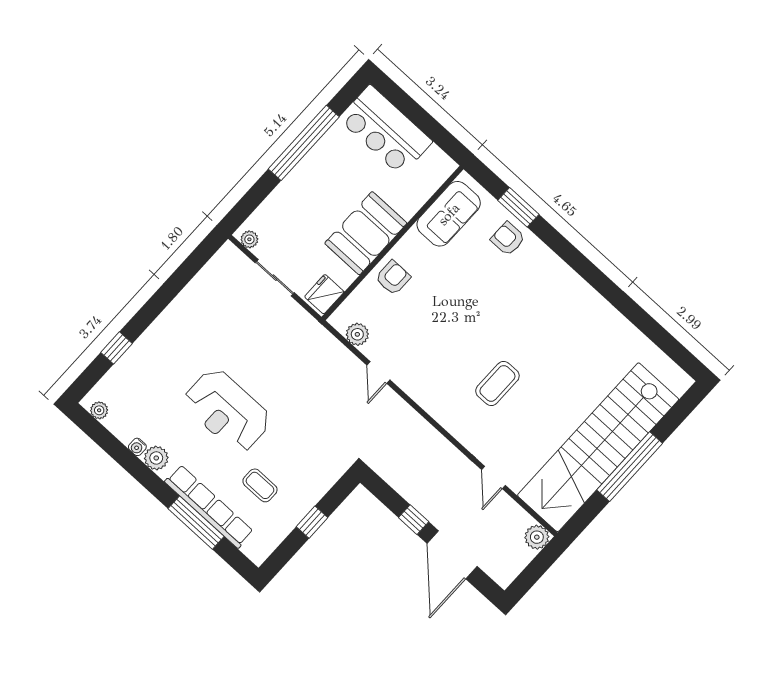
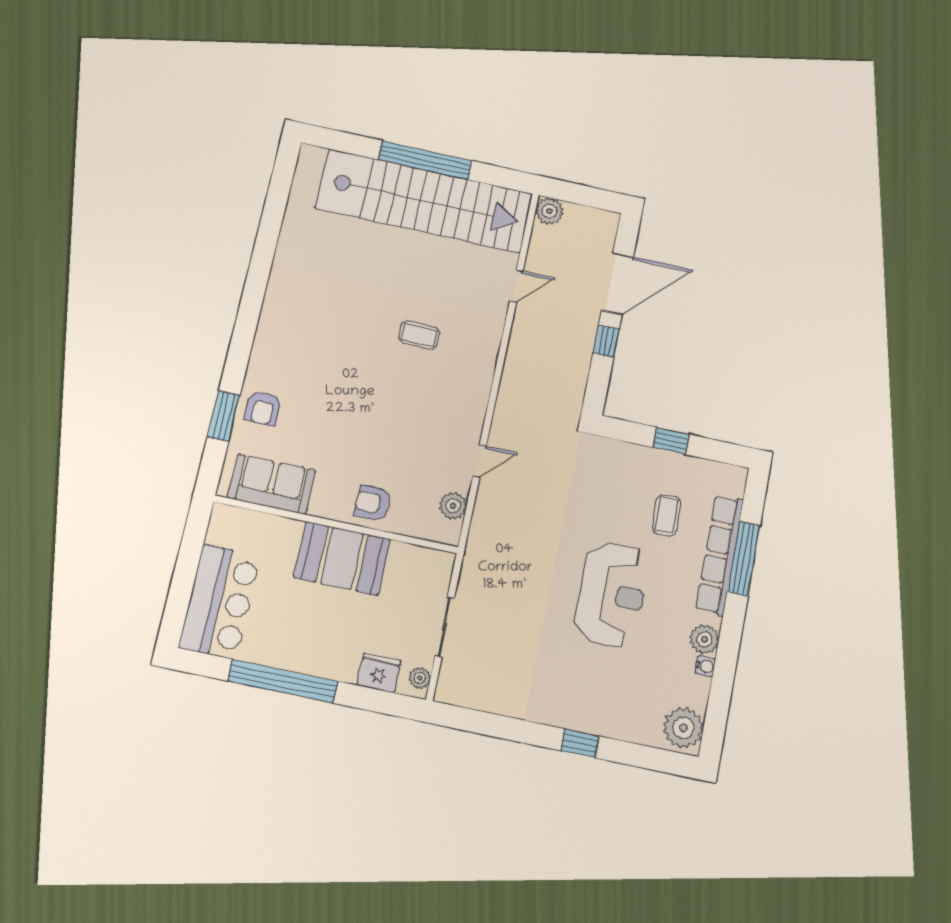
fridge: (324, 294) -> (379, 673), moved, turned 180
window: (117, 348) -> (580, 743), moved
coffee table: (497, 383) -> (419, 335), width x0.73, depth x0.77
plant: (99, 410) -> (683, 728), width x1.87, depth x1.87

